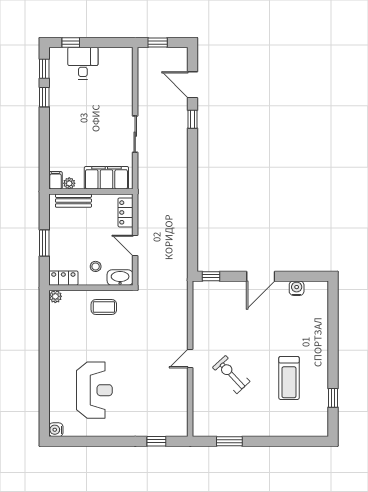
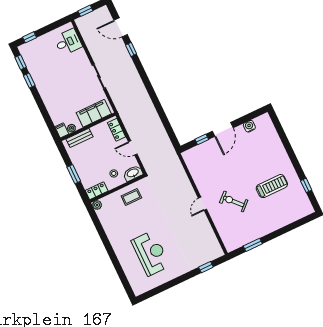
desk: (83, 63) -> (68, 42), moved, turned 90
window: (211, 276) -> (202, 139), moved
treadmill: (289, 378) -> (272, 186), turned -90
water cooler: (56, 430) -> (138, 290), removed

